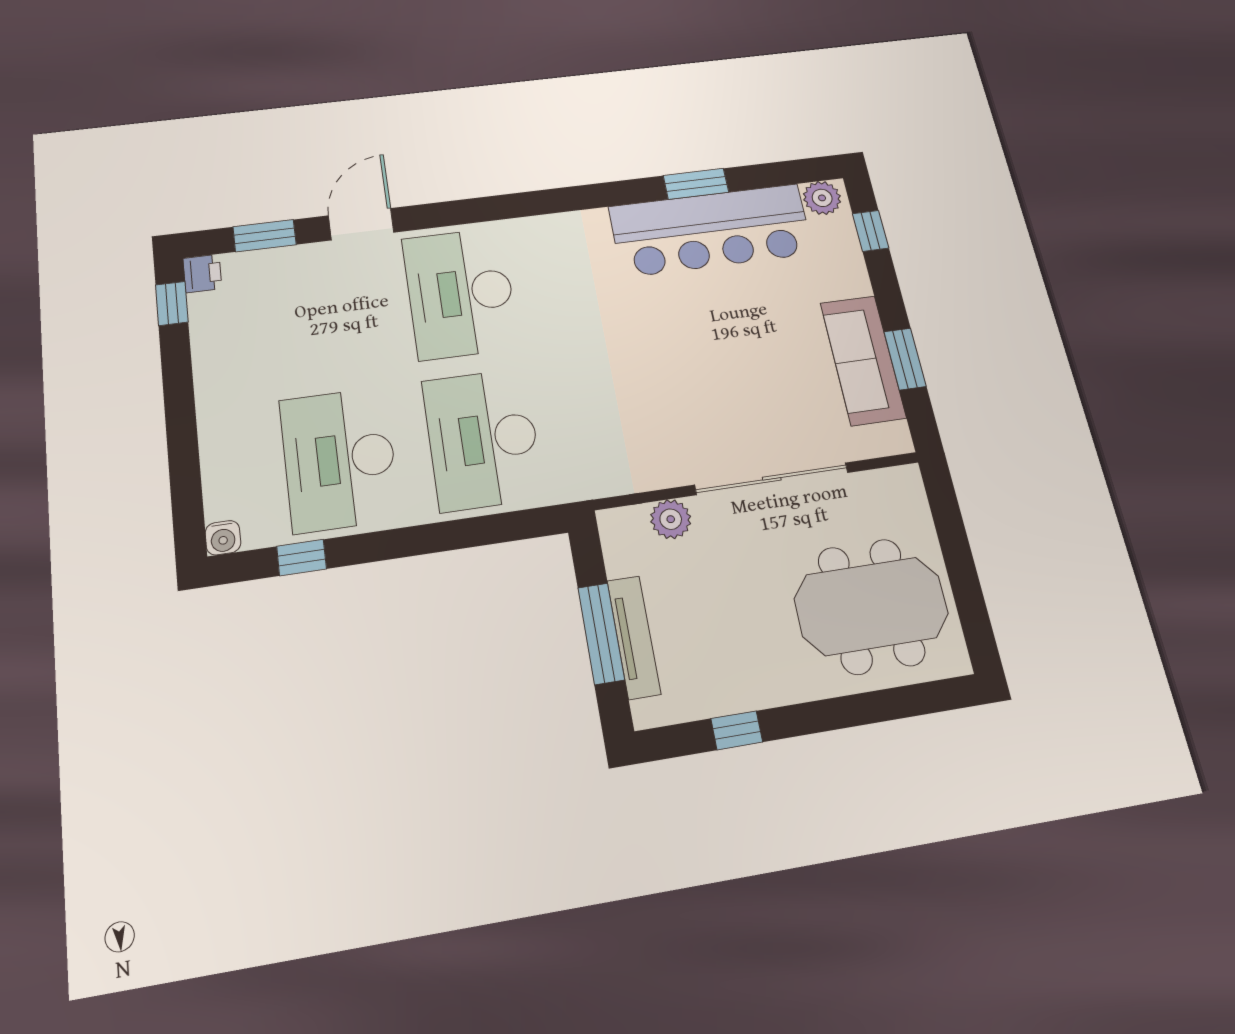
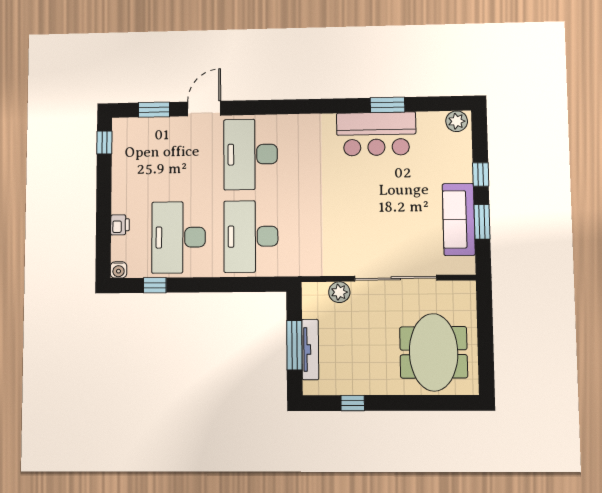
bar counter: (711, 230) -> (376, 134), width x0.73
window: (871, 231) -> (481, 175), moved
printer: (202, 273) -> (120, 225), moved
meeting table: (871, 606) -> (434, 352), turned 90

